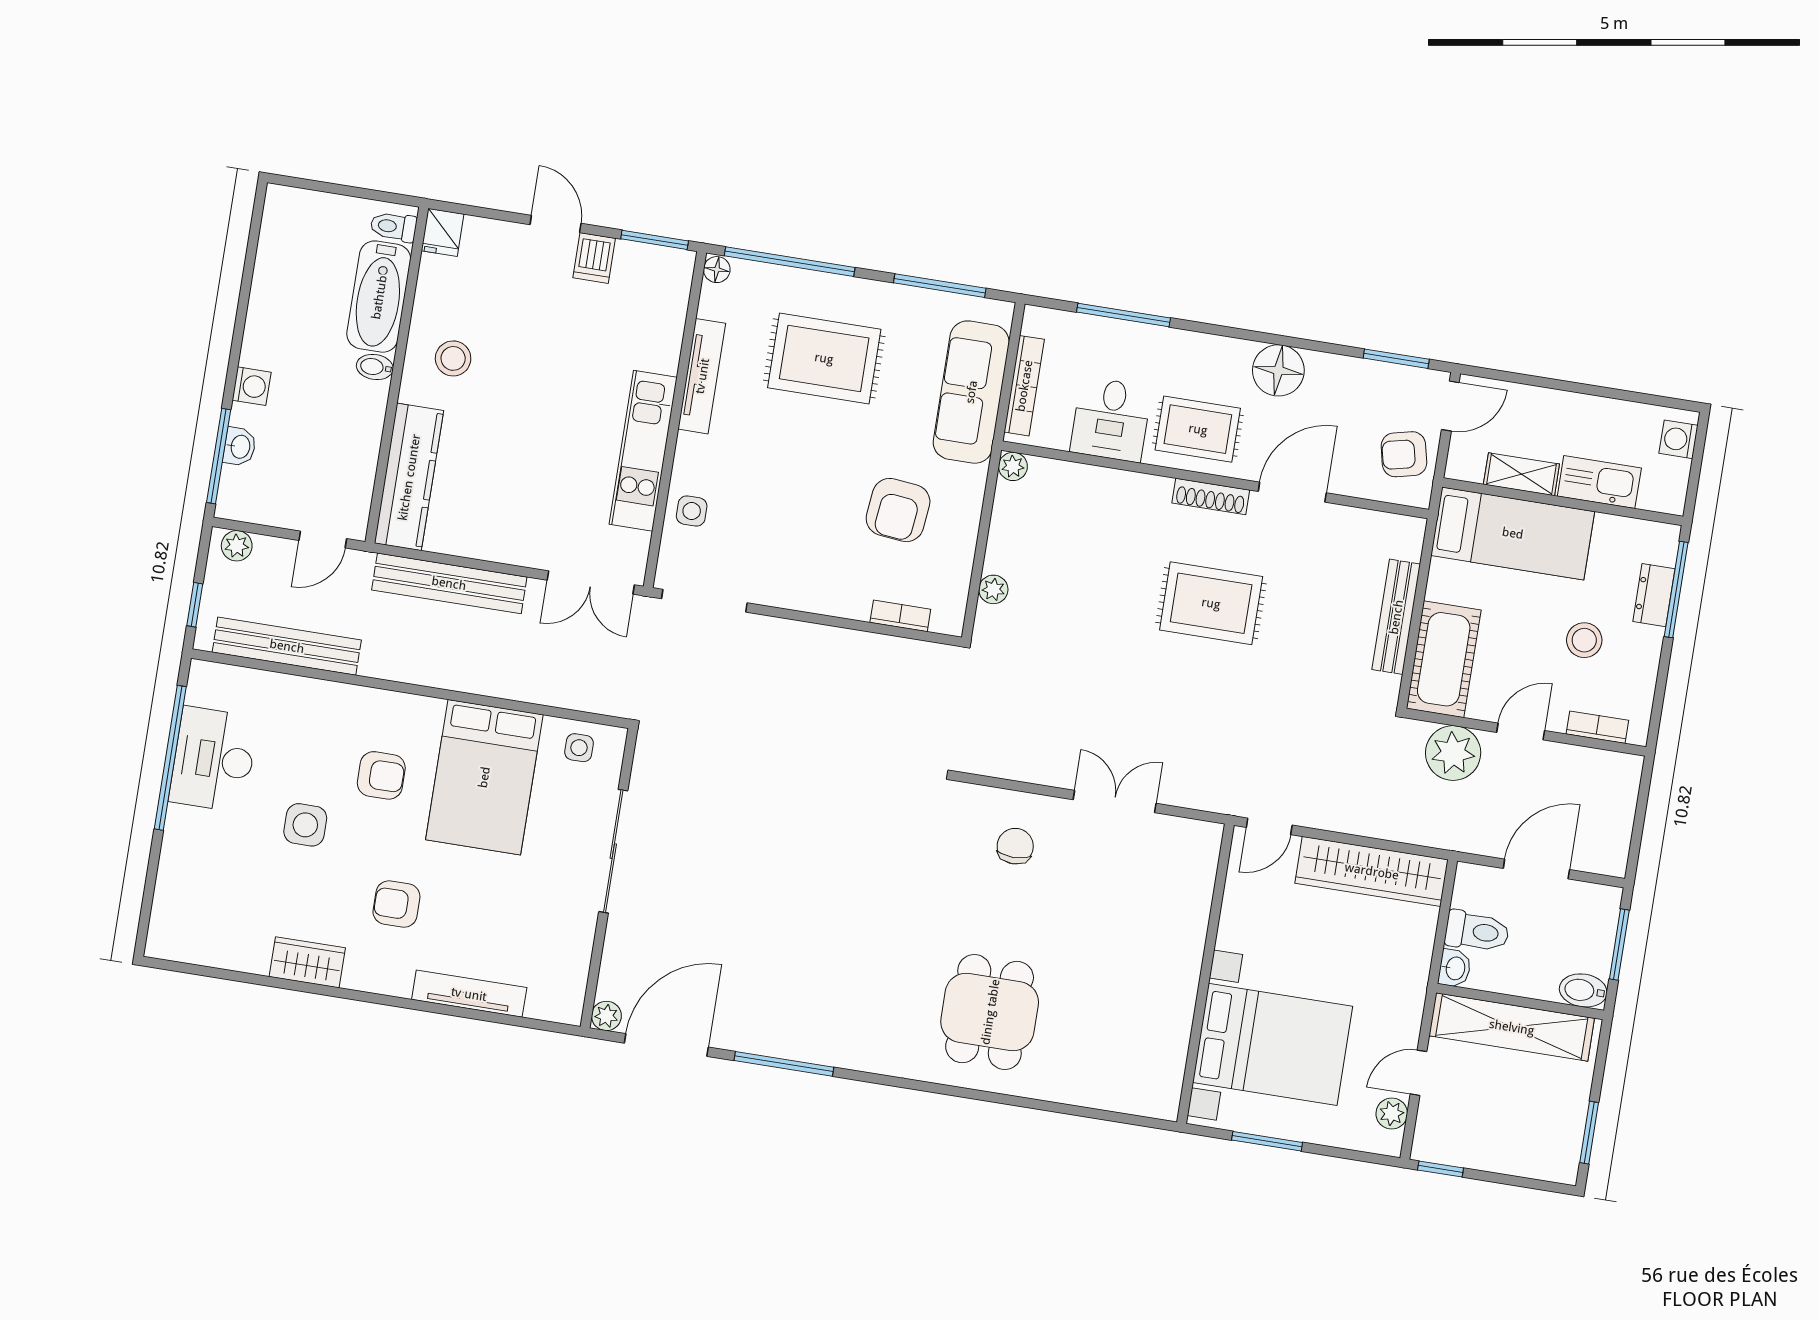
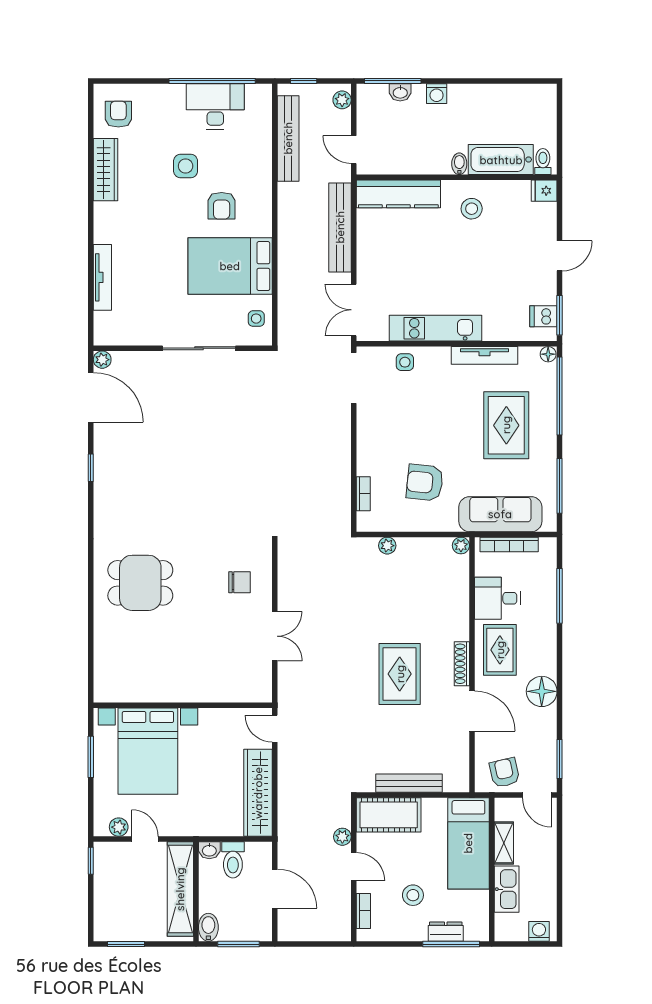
dishwasher: (594, 258) -> (543, 316), moved
plant: (1453, 753) -> (342, 837), width x0.53, depth x0.53
armchair: (396, 904) -> (118, 114), moved
wardrobe: (307, 962) -> (106, 170), width x1.50
window: (784, 1064) -> (91, 468), width x0.46

